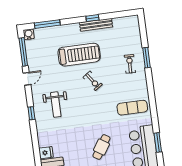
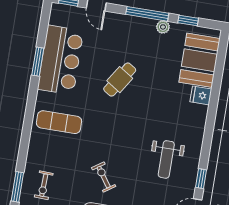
weight bench: (56, 105) -> (166, 159), turned 180
window: (31, 113) -> (201, 179), moved

